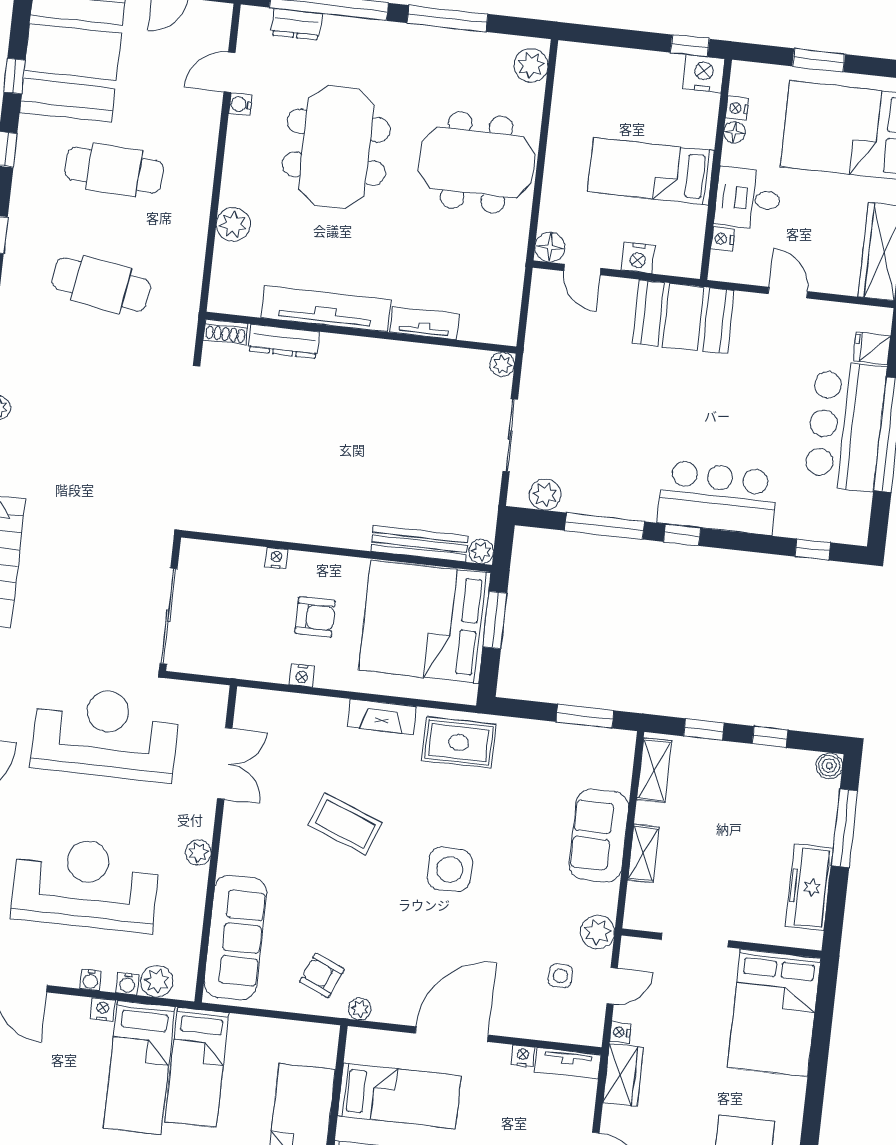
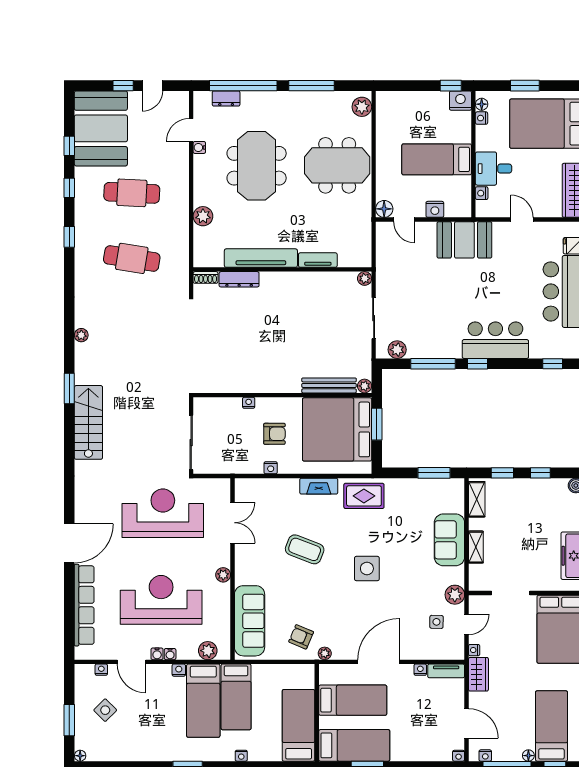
floor lamp: (734, 132) -> (482, 104), moved
water cooler: (127, 984) -> (157, 654), moved

